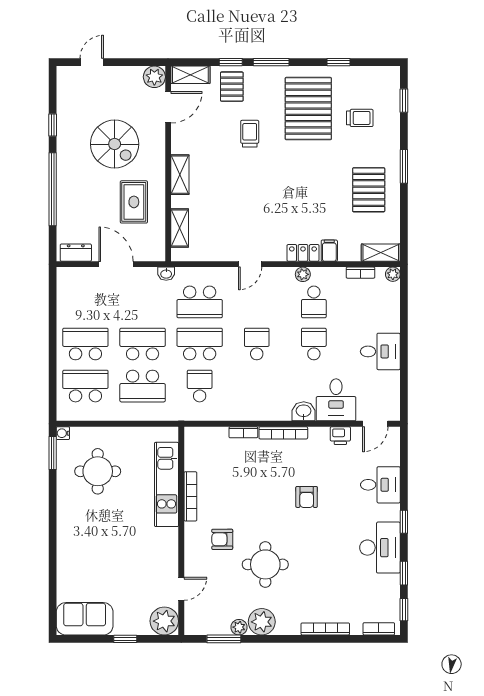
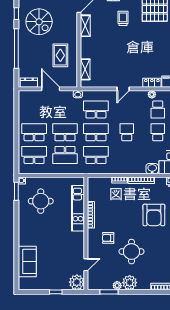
spiral stairs: (115, 144) -> (39, 22), moved
shelving: (180, 175) -> (85, 26), moved
school desk: (200, 302) -> (96, 109), turned 180
school desk: (200, 386) -> (96, 155), width x1.85
armchair: (307, 497) -> (154, 215), width x1.88, depth x1.88
sofa: (85, 619) -> (27, 261), moved, turned 90

